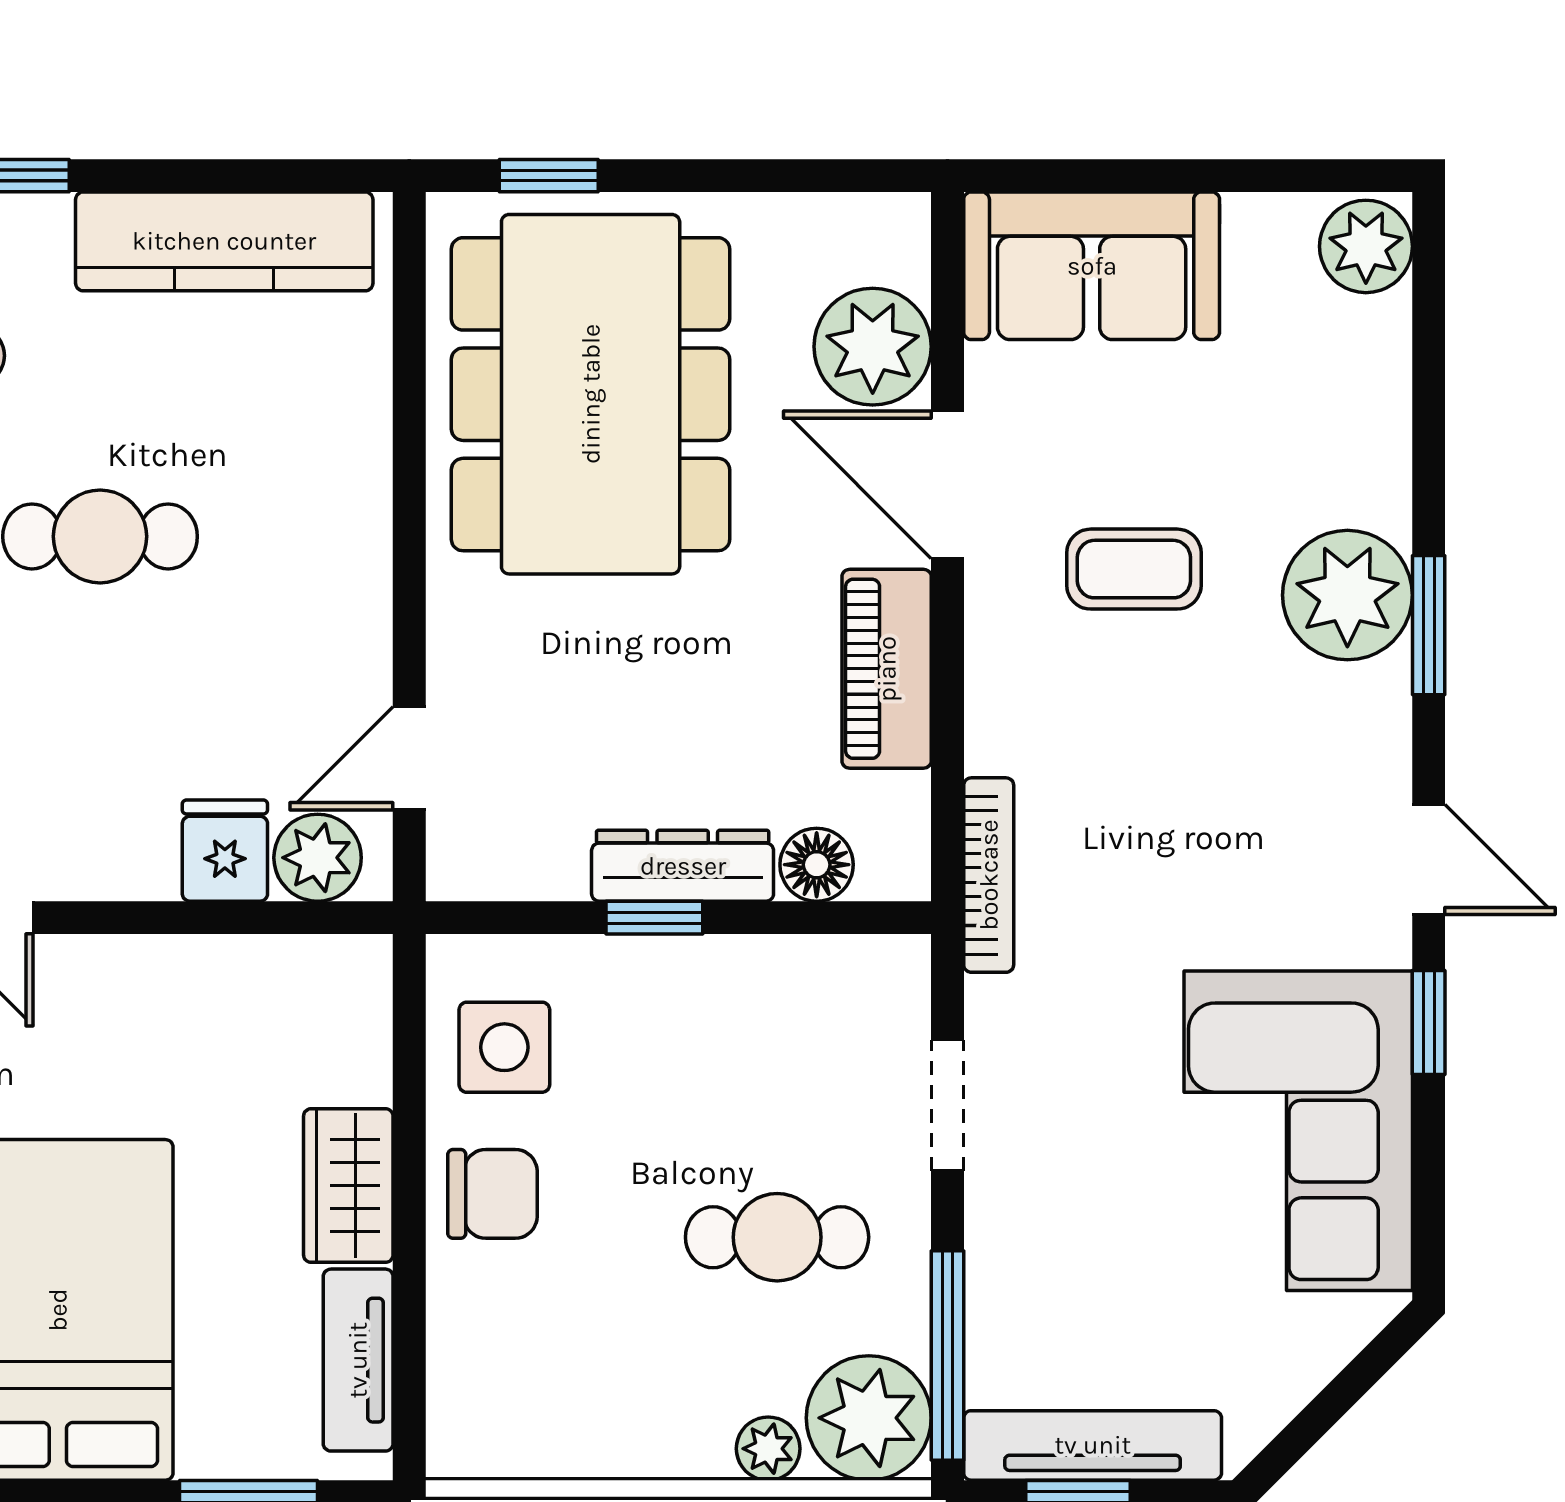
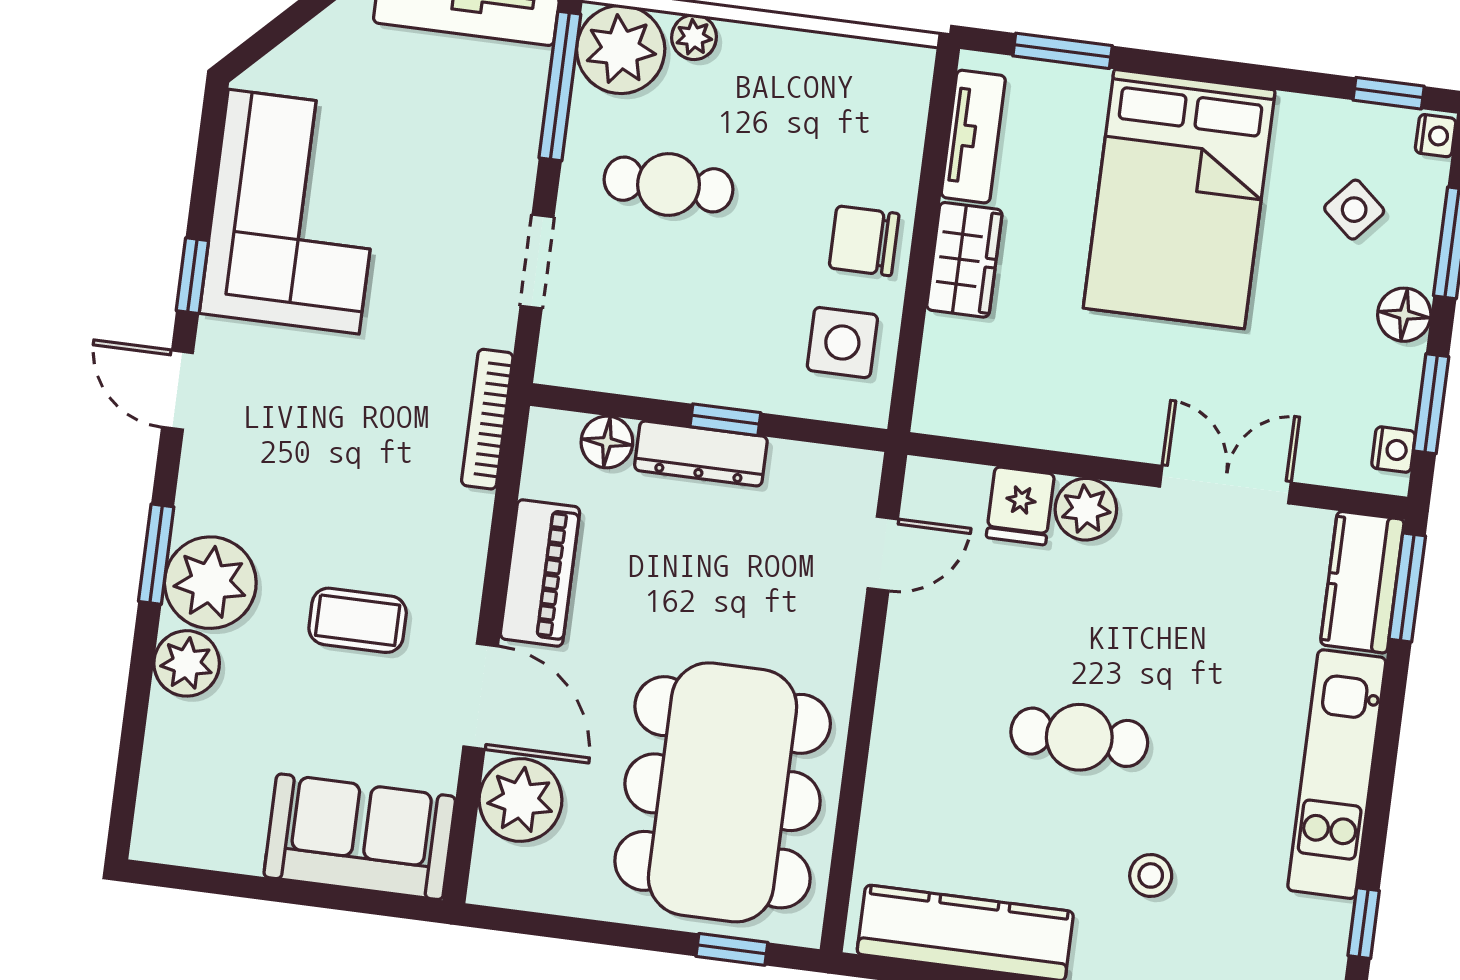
plant: (1366, 246) -> (187, 663), moved
plant: (318, 858) -> (1086, 509), moved

